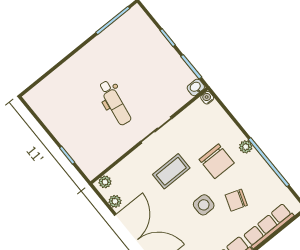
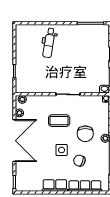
dental chair: (115, 103) -> (49, 43), moved

